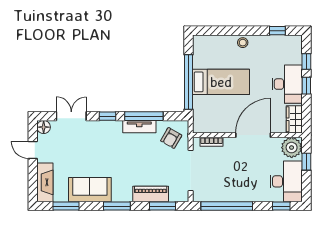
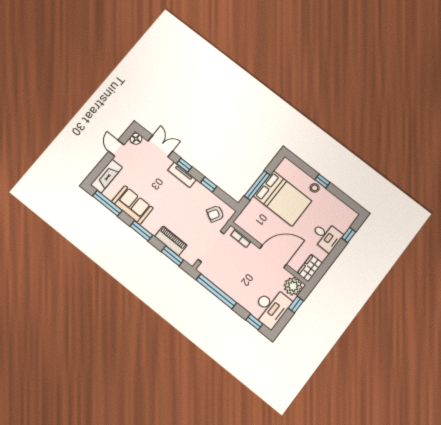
window: (277, 31) -> (322, 181), moved
window: (189, 82) -> (257, 185), width x0.68
bed: (221, 82) -> (283, 198), width x1.50
desk: (287, 84) -> (326, 236), width x0.73
window: (306, 86) -> (336, 251), removed
window: (144, 116) -> (209, 184), width x0.46
tv unit: (139, 127) -> (182, 175), moved
window: (66, 206) -> (107, 203), width x1.44

